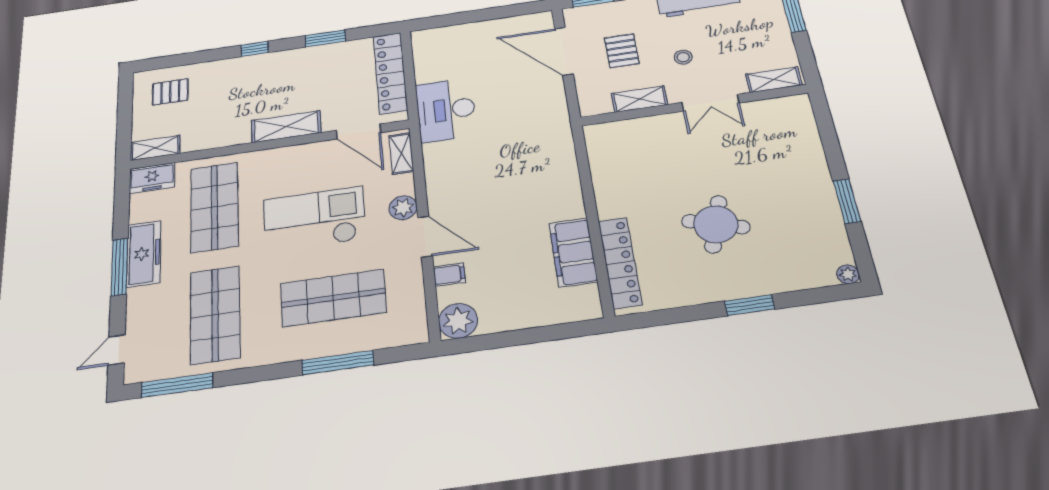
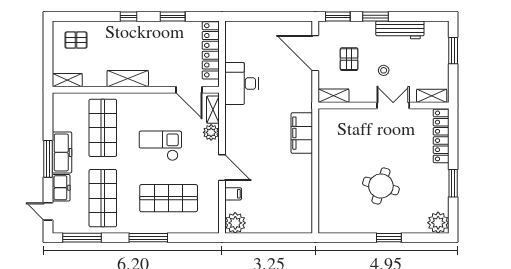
shelving: (639, 99) -> (333, 96), moved
double door: (710, 103) -> (393, 106), swing flipped
shelving: (286, 127) -> (128, 79), moved
freezer: (152, 178) -> (61, 188), moved, turned -90
plant: (403, 208) -> (211, 132), moved
checkout: (314, 219) -> (160, 146), width x0.73, depth x0.83
filing cabinet: (573, 252) -> (302, 133), moved
locker: (620, 263) -> (441, 136), moved, turned 180
plant: (848, 274) -> (438, 223), width x1.88, depth x1.88
door: (117, 350) -> (48, 211), hinge flipped
window: (338, 363) -> (148, 238), moved

